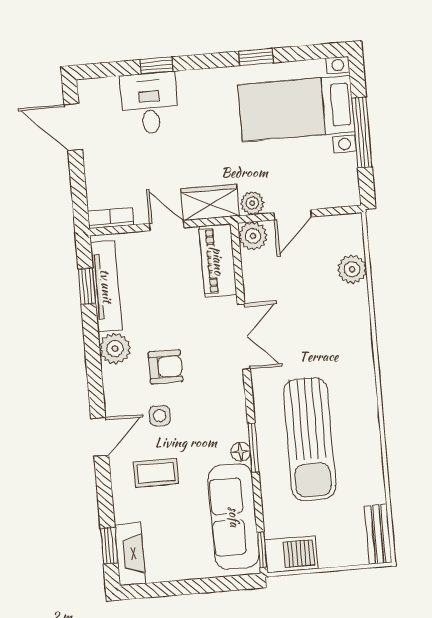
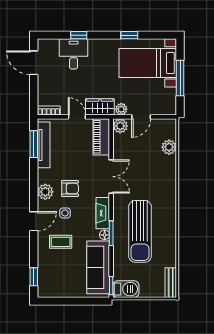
window: (87, 286) -> (34, 144), width x1.50
plant: (115, 349) -> (45, 192), moved
fireplace: (130, 554) -> (103, 213), moved, turned 180

